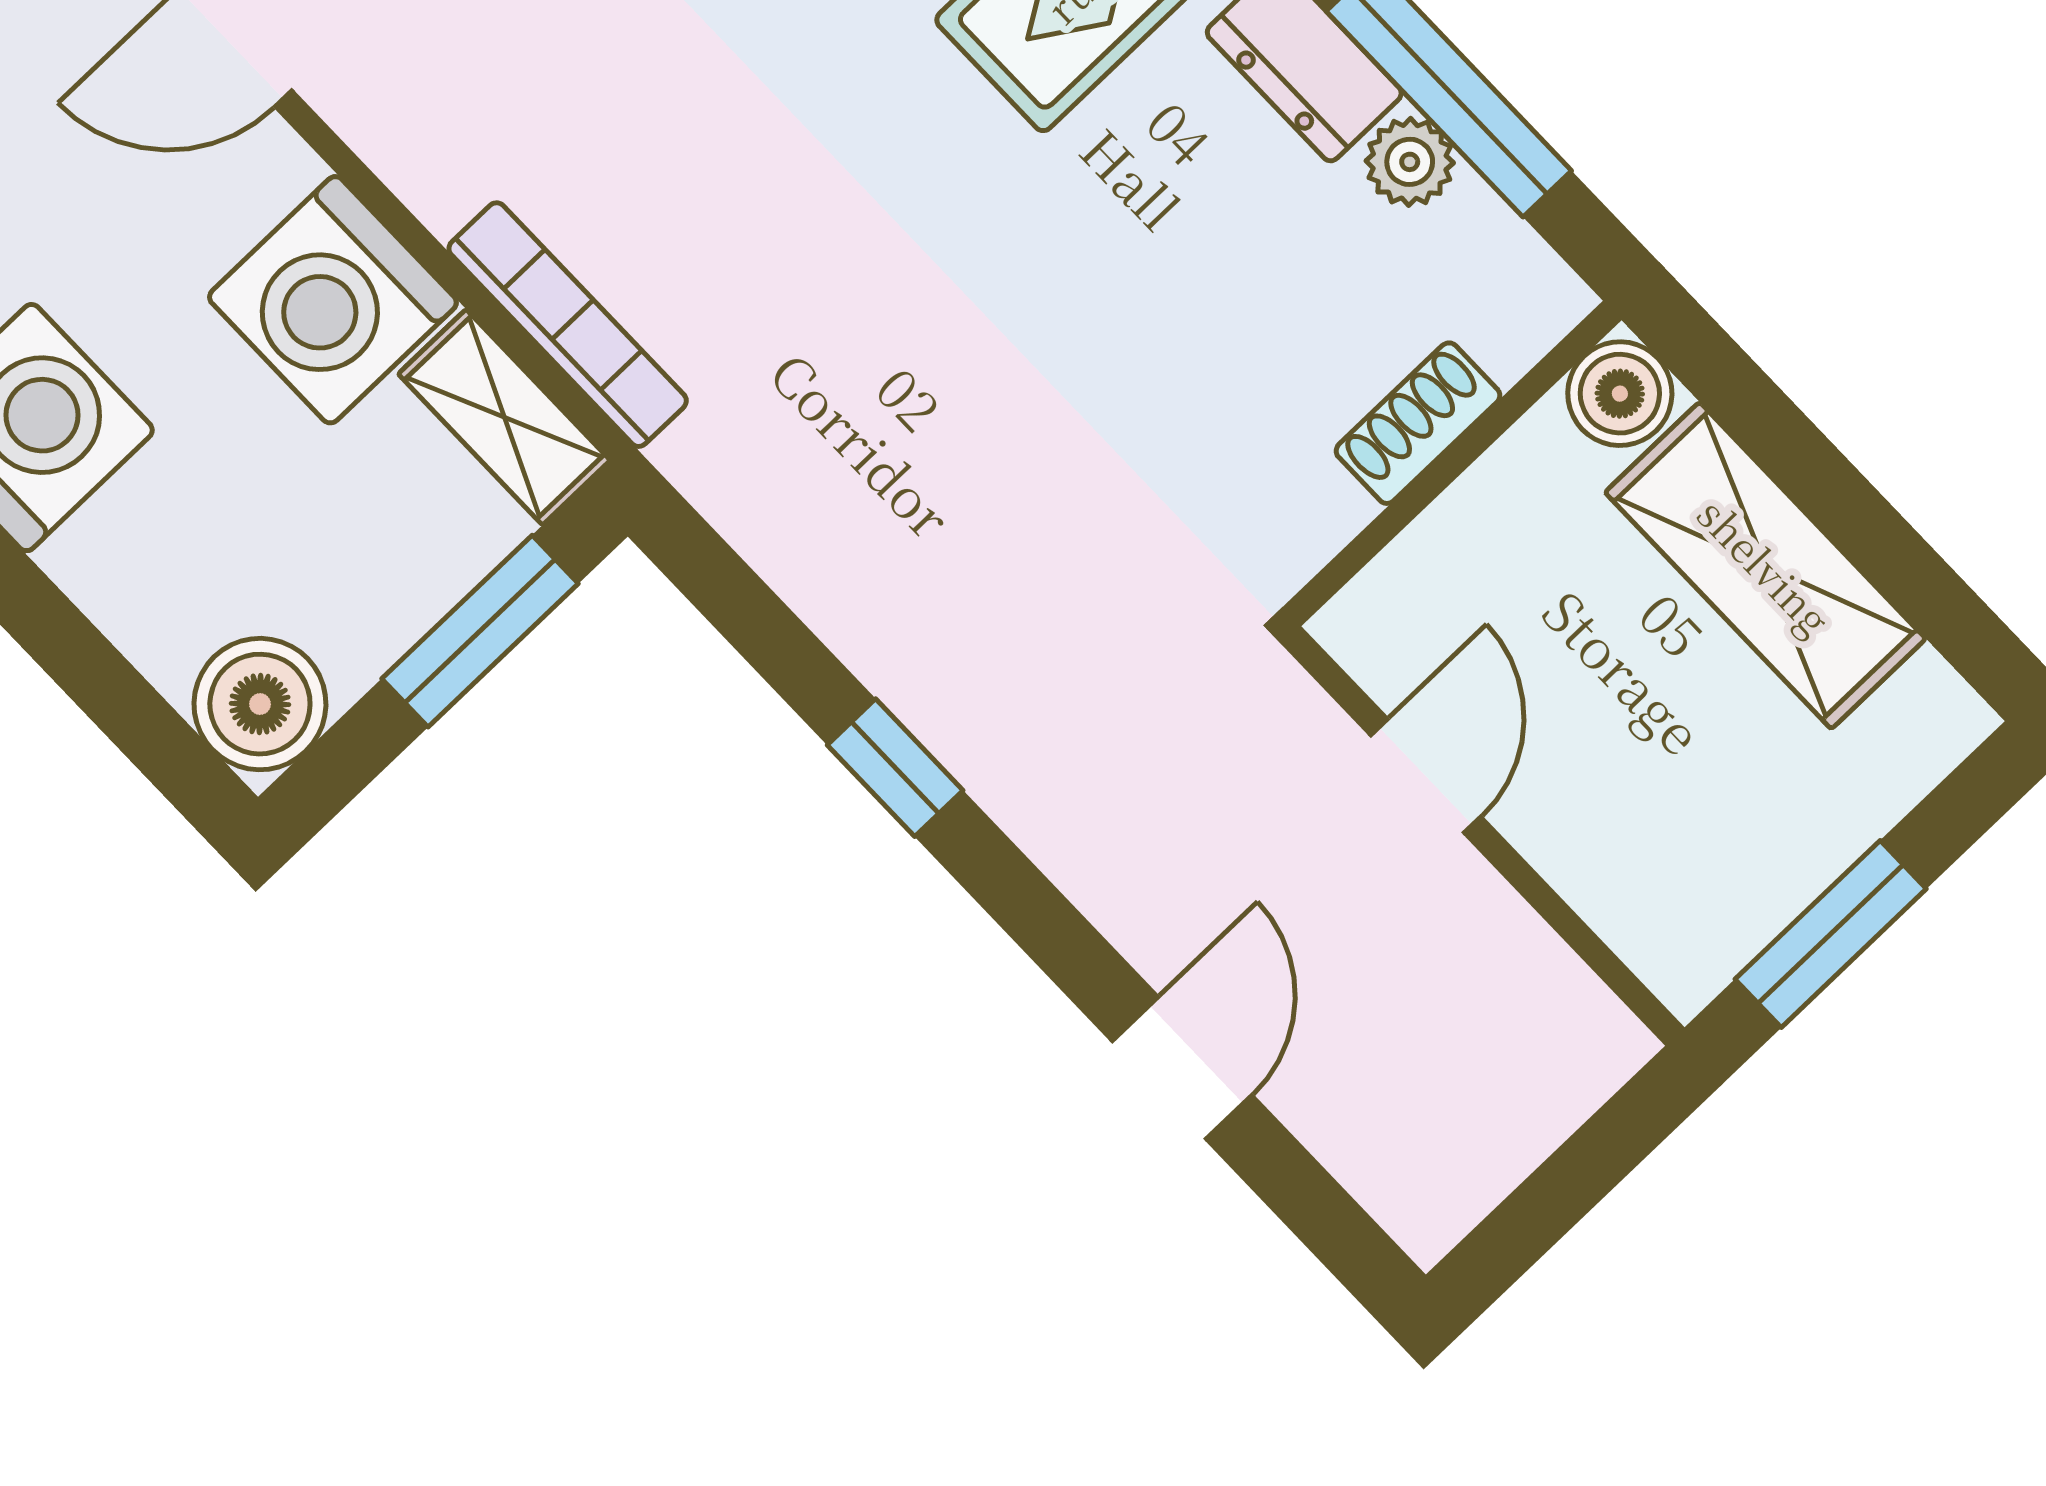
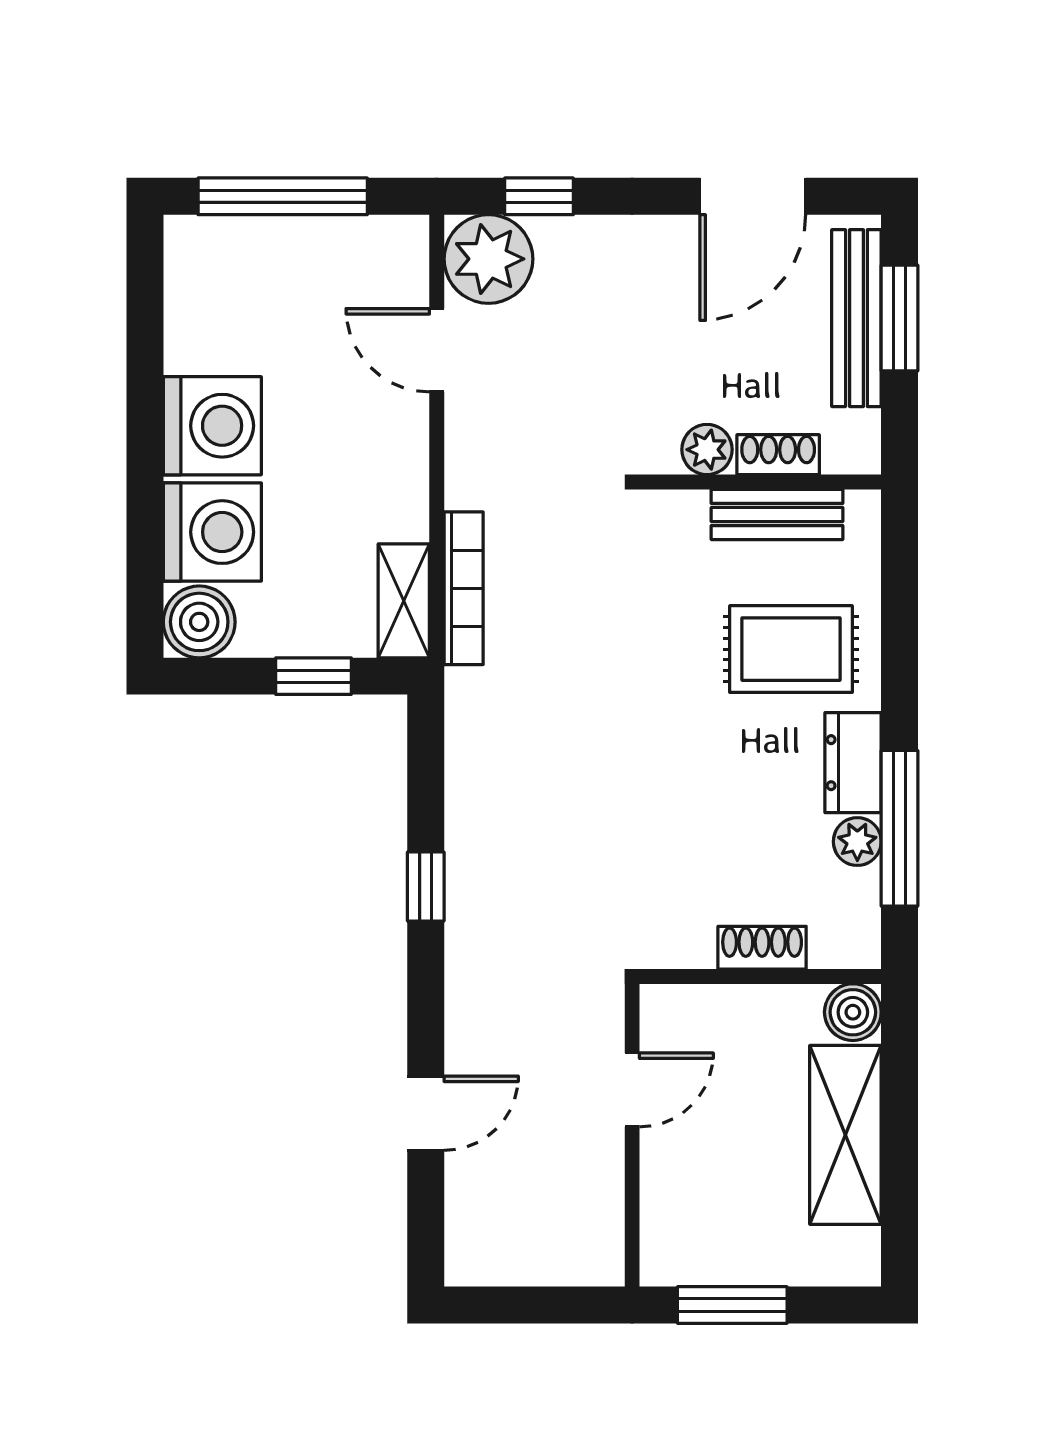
washing machine: (333, 300) -> (212, 532), moved, turned 180
window: (480, 631) -> (314, 676), width x0.67

